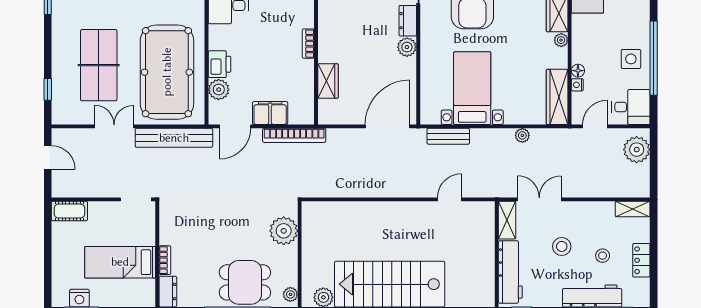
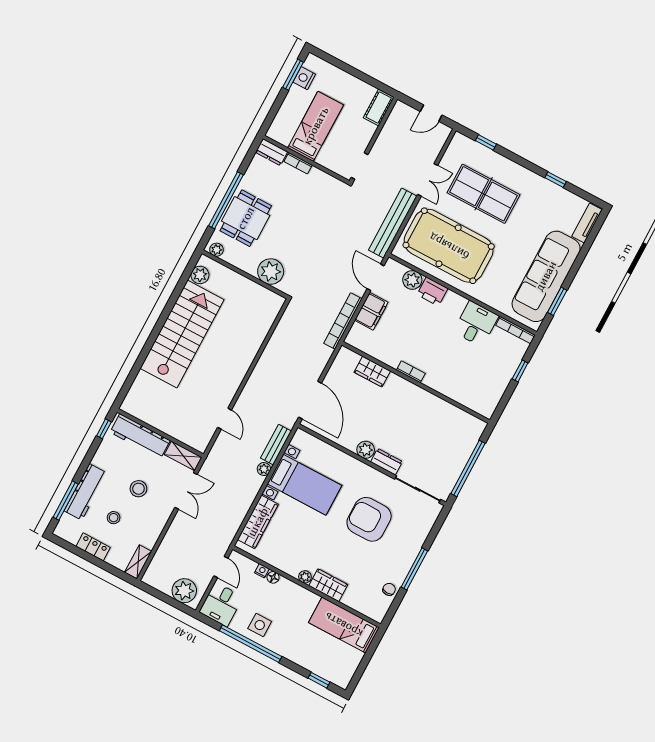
wardrobe: (557, 97) -> (258, 522), moved, turned 90
plant: (522, 135) -> (264, 469), moved

